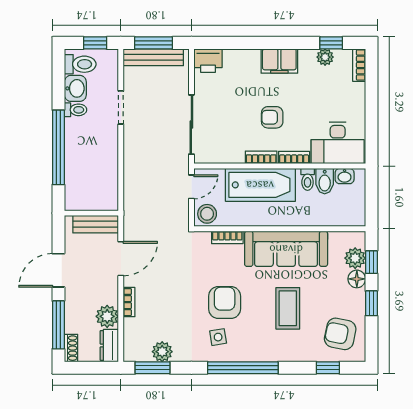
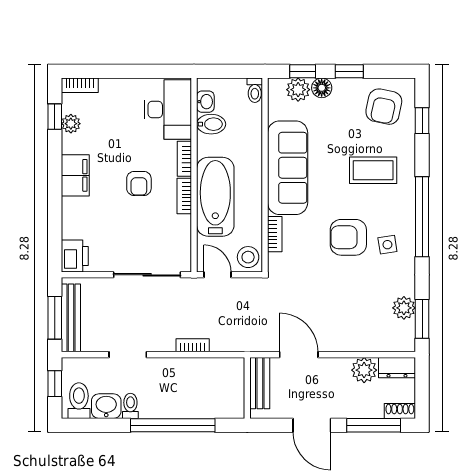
toilet: (308, 179) -> (255, 90), moved, turned 90
bookcase: (129, 302) -> (193, 345), moved
coffee table: (288, 308) -> (373, 170), moved

